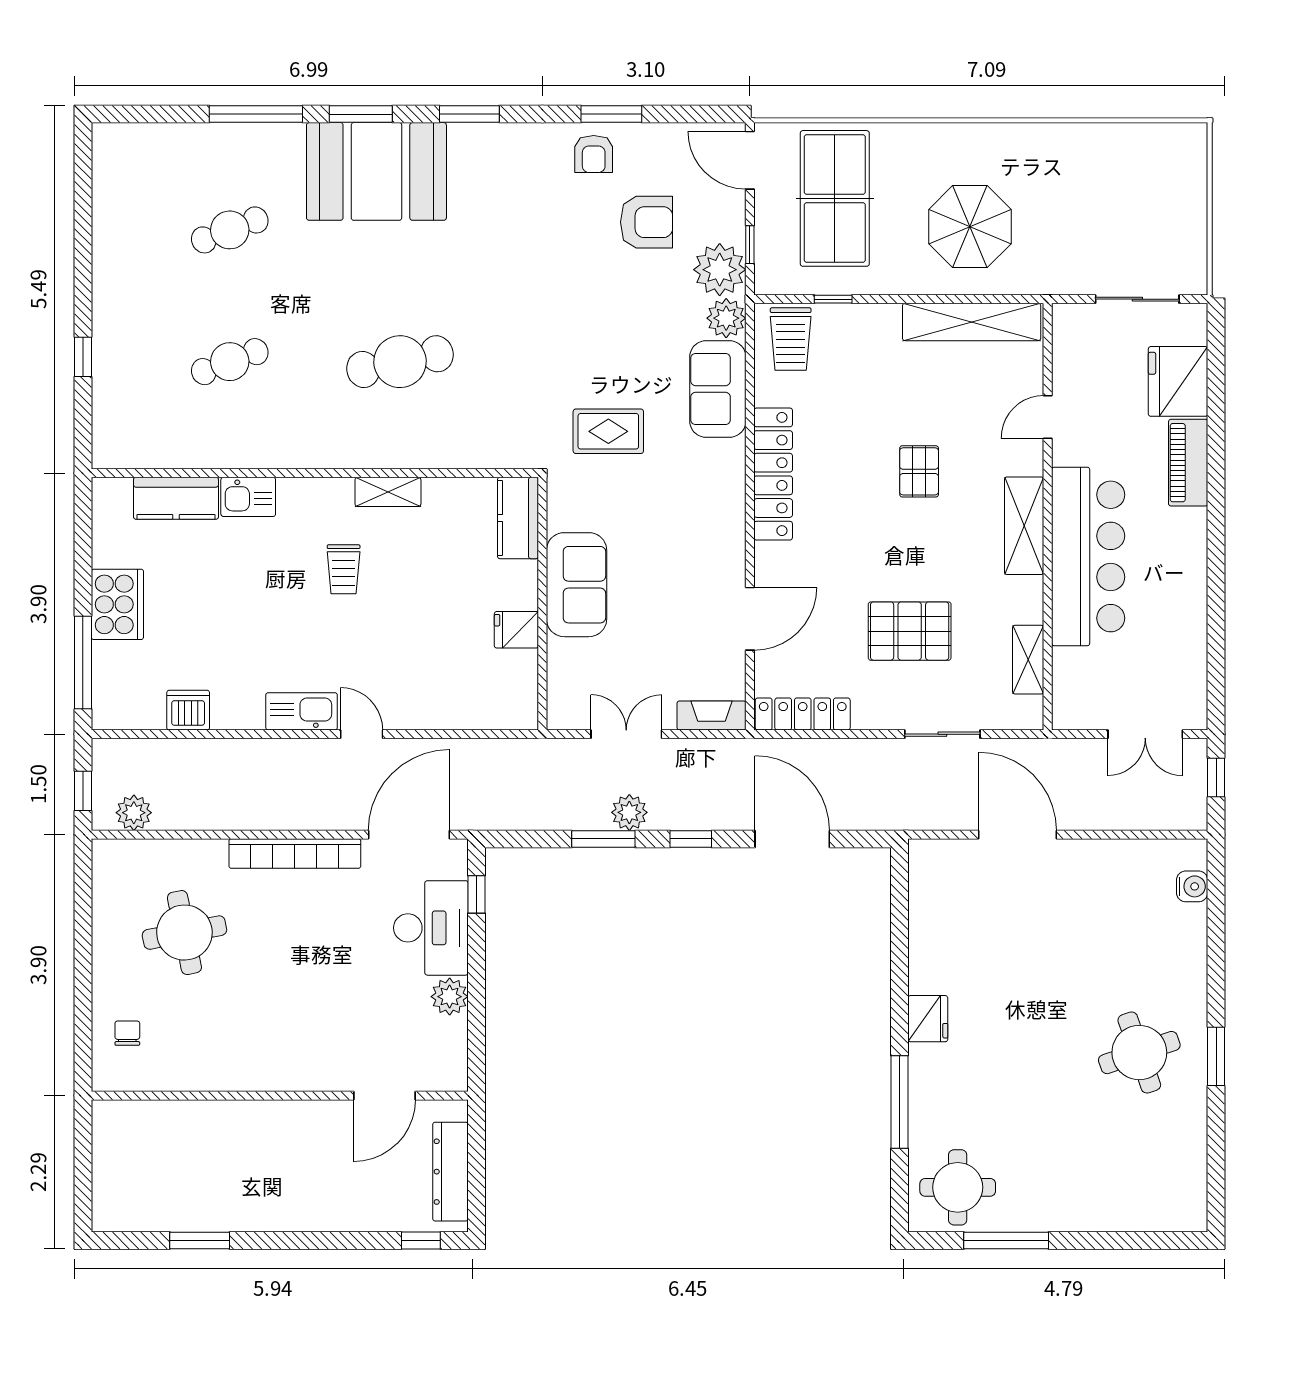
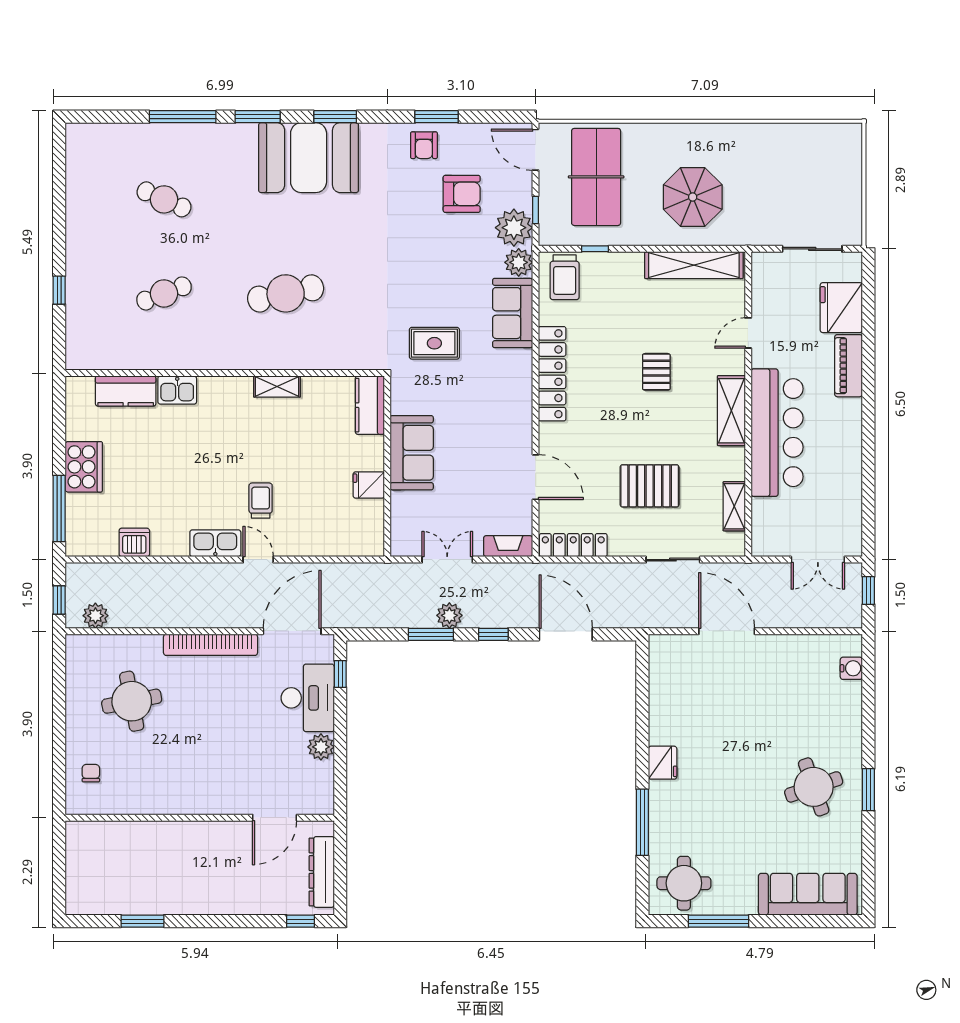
booth: (376, 171) -> (309, 158), moved
cafe table: (230, 230) -> (164, 199), turned 45
trolley: (344, 569) -> (261, 501), moved, turned 180
door: (750, 619) -> (536, 477), hinge flipped
sofa: (1131, 1203) -> (808, 894), added

